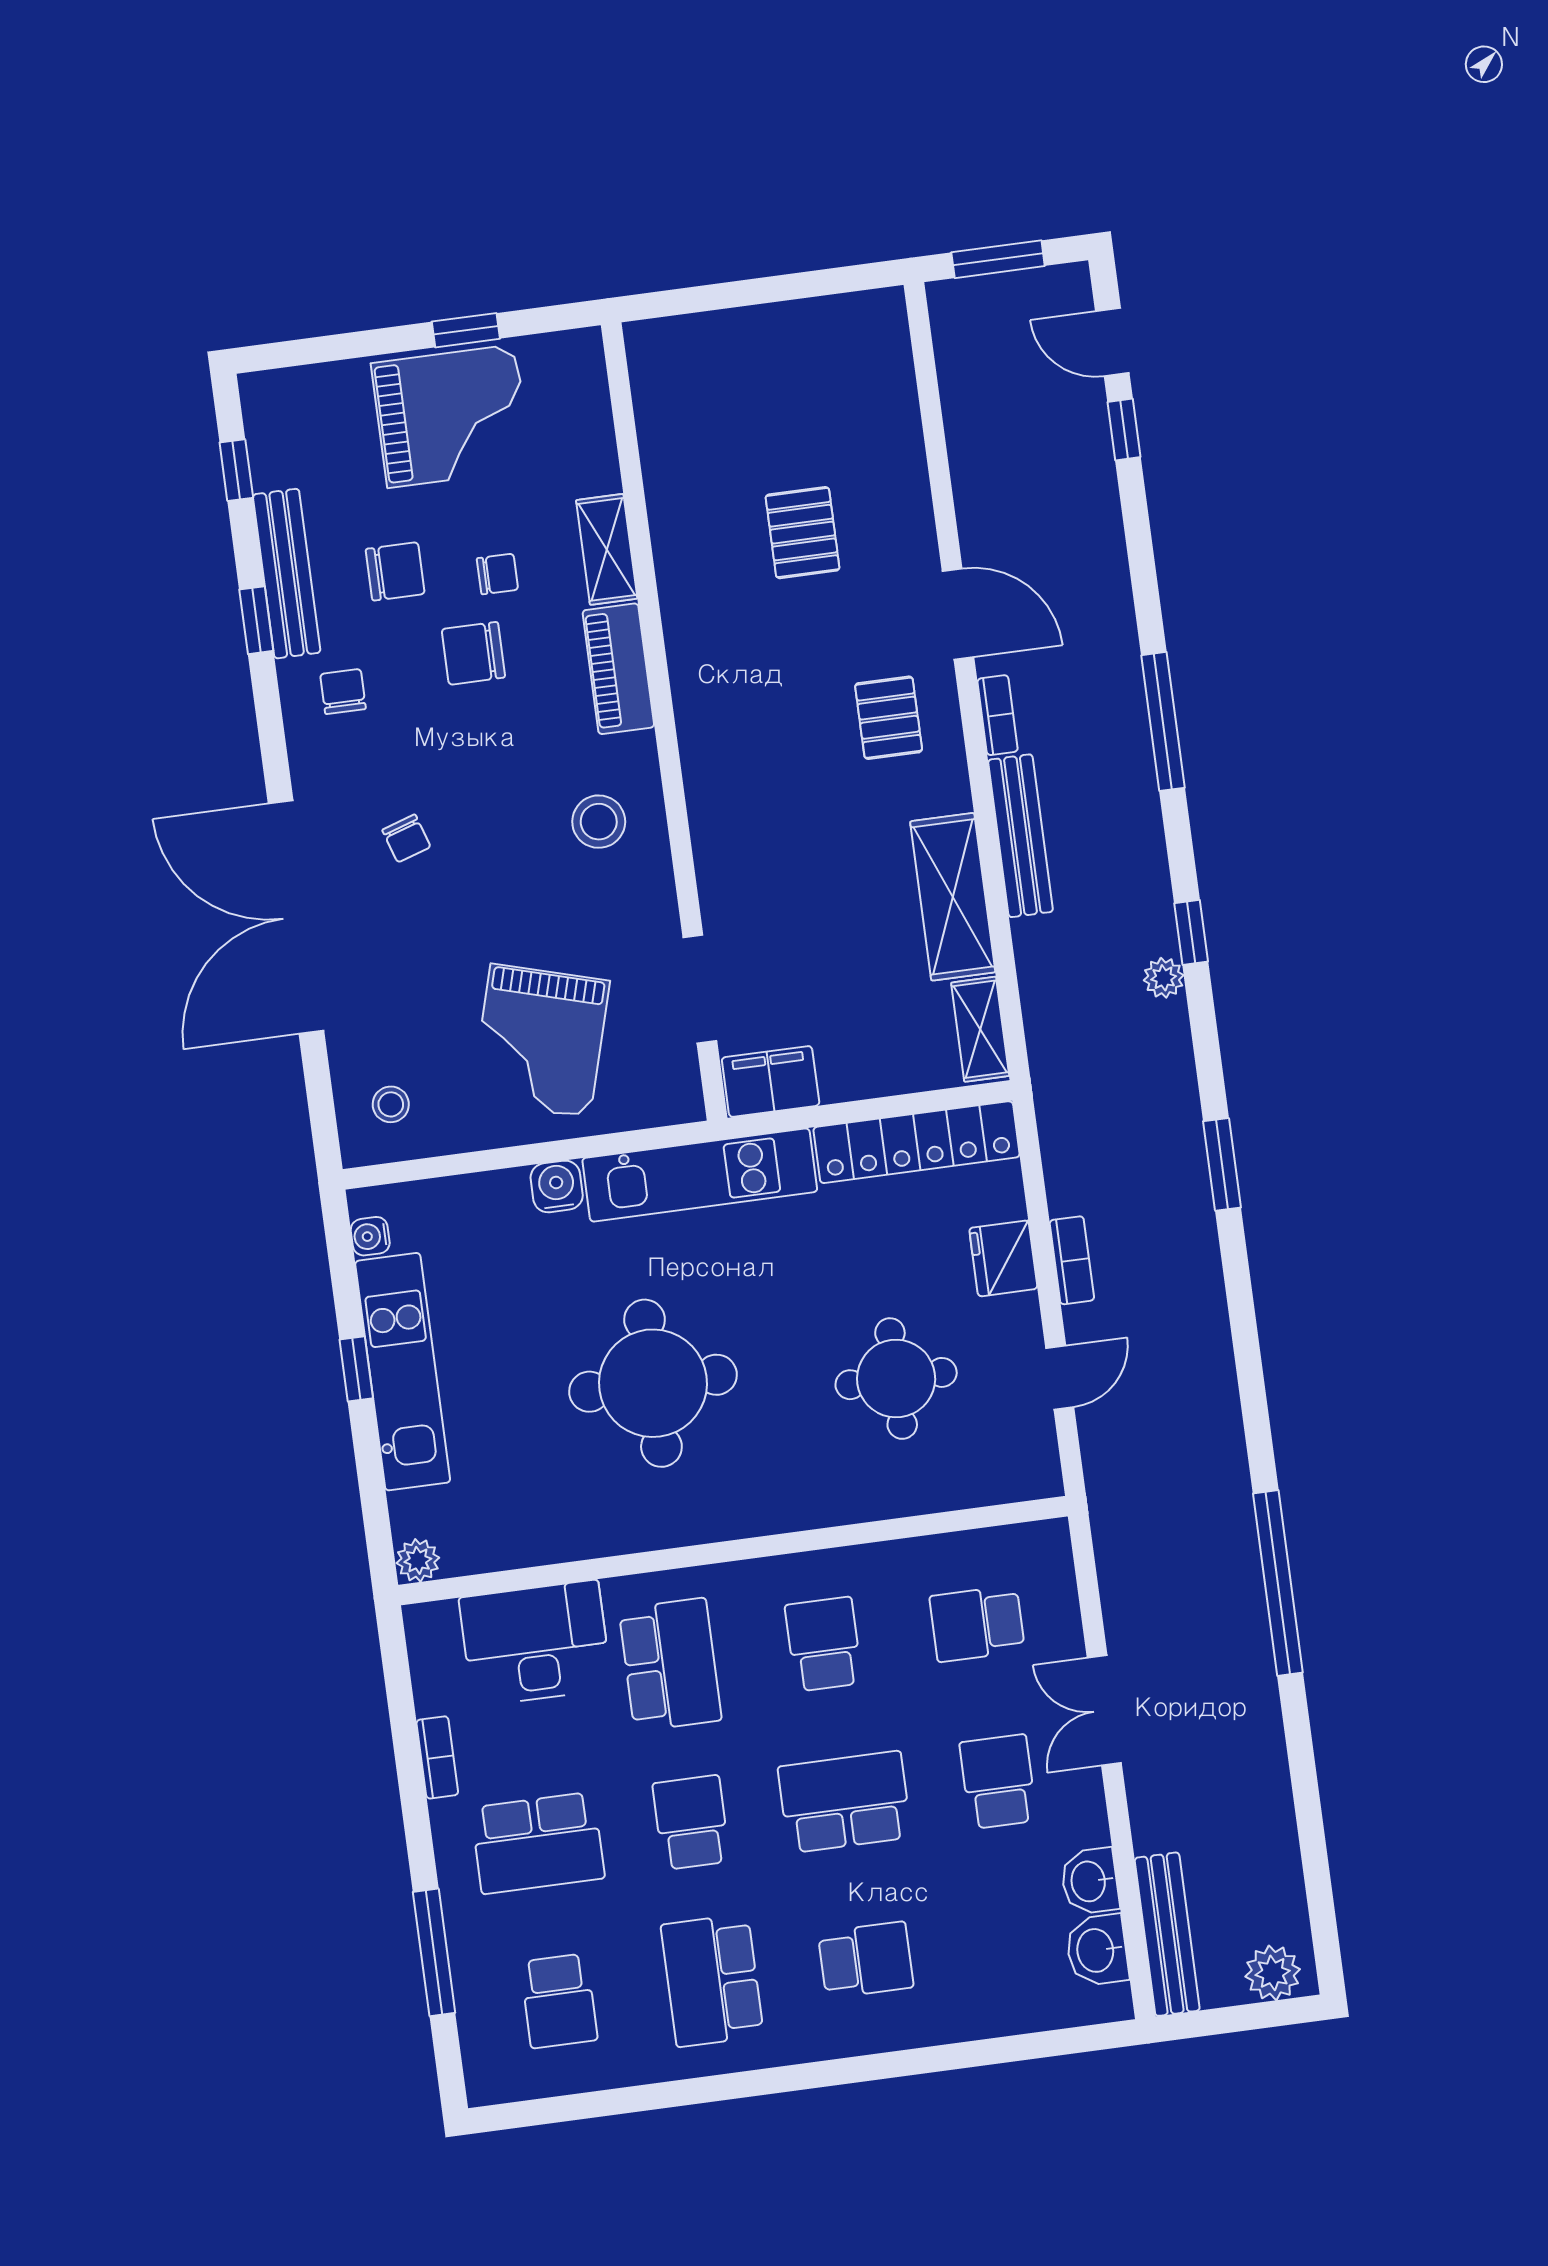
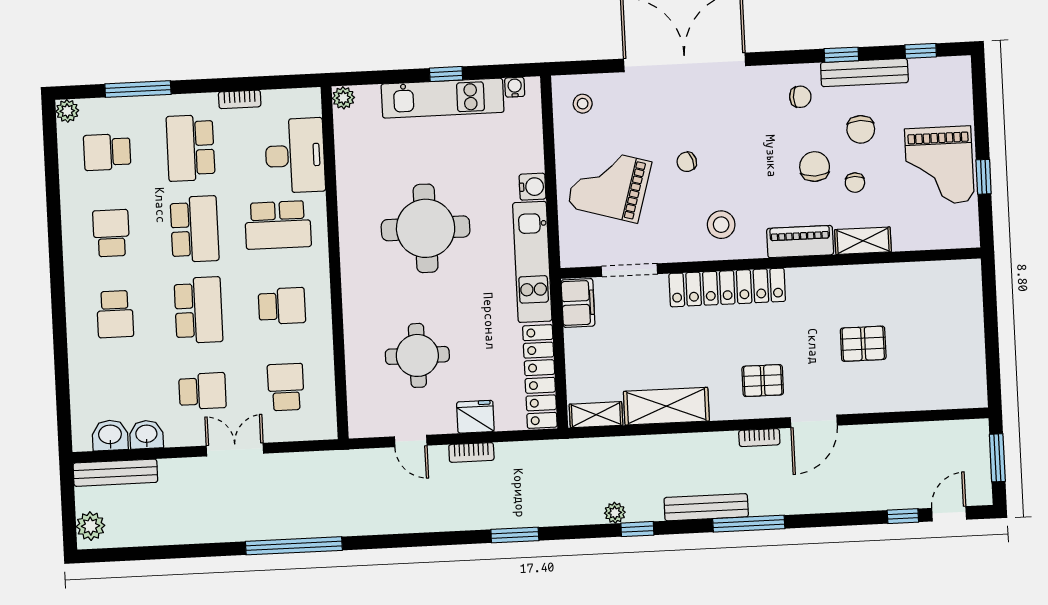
locker: (717, 800) -> (727, 287), added
bench: (1021, 836) -> (706, 507), moved
chair: (406, 838) -> (687, 162), moved
school desk: (691, 1822) -> (195, 229), width x1.85
school desk: (712, 1980) -> (111, 233), width x0.54
plant: (487, 2083) -> (67, 111), added

